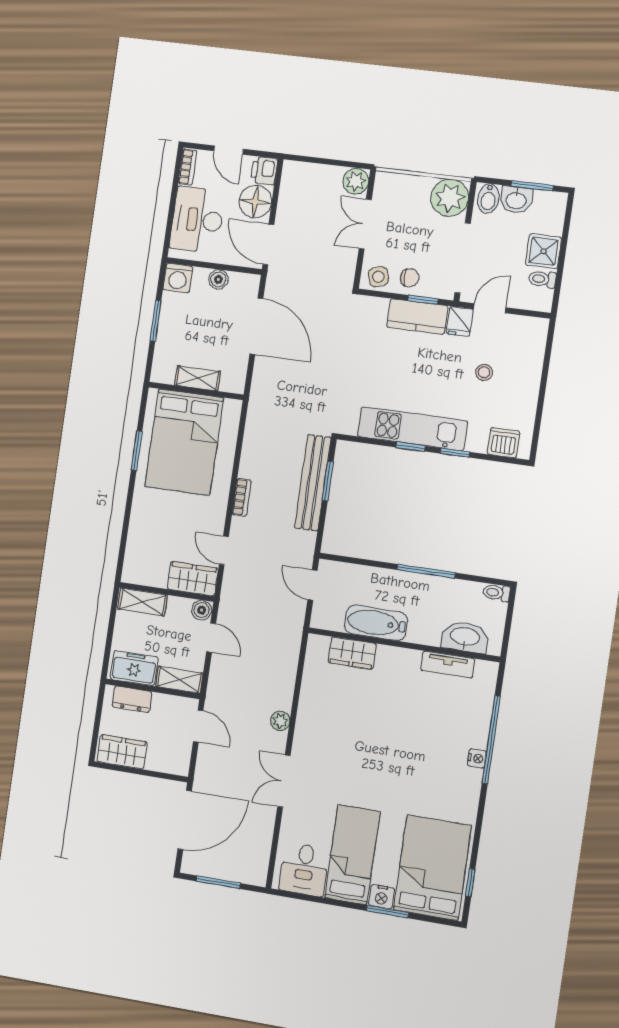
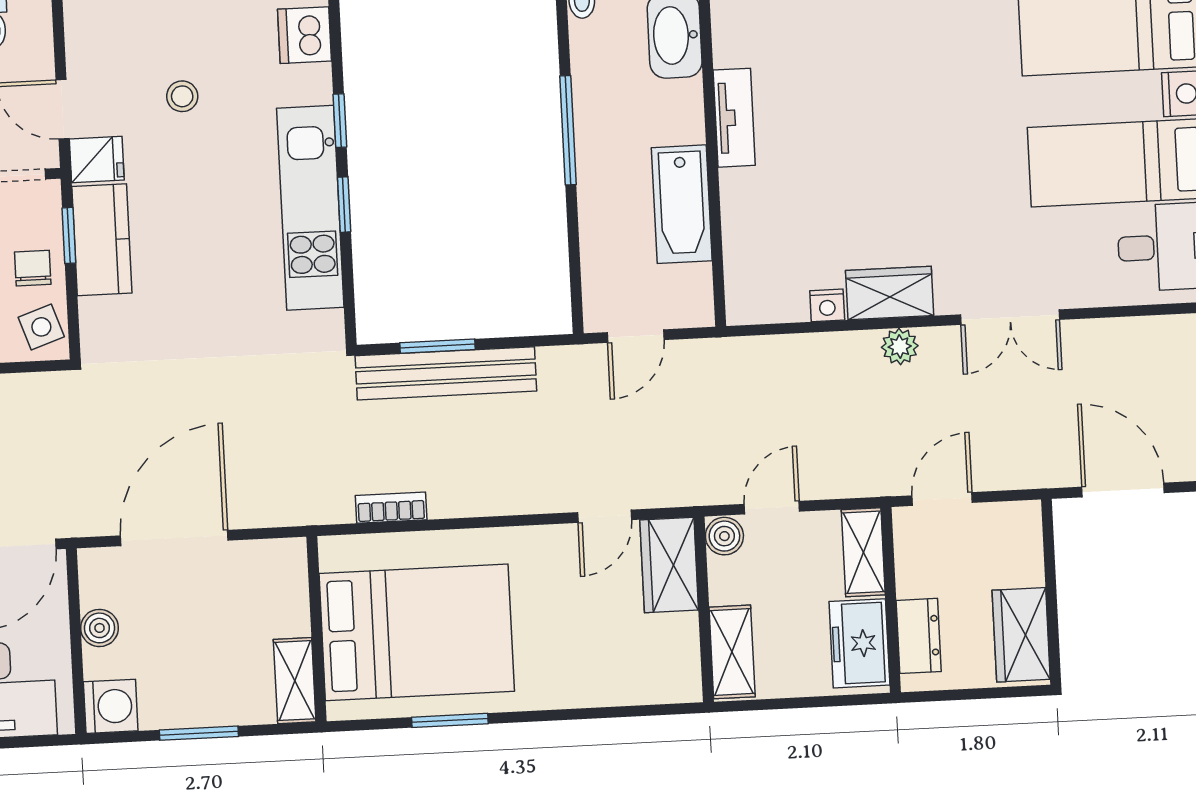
shelving: (197, 378) -> (295, 681), moved
bookcase: (242, 497) -> (391, 508), moved
wardrobe: (352, 653) -> (890, 293), moved, turned -90
tv unit: (448, 664) -> (734, 118), moved
nightstand: (309, 688) -> (827, 305), added
door: (185, 820) -> (1123, 490), width x0.73

